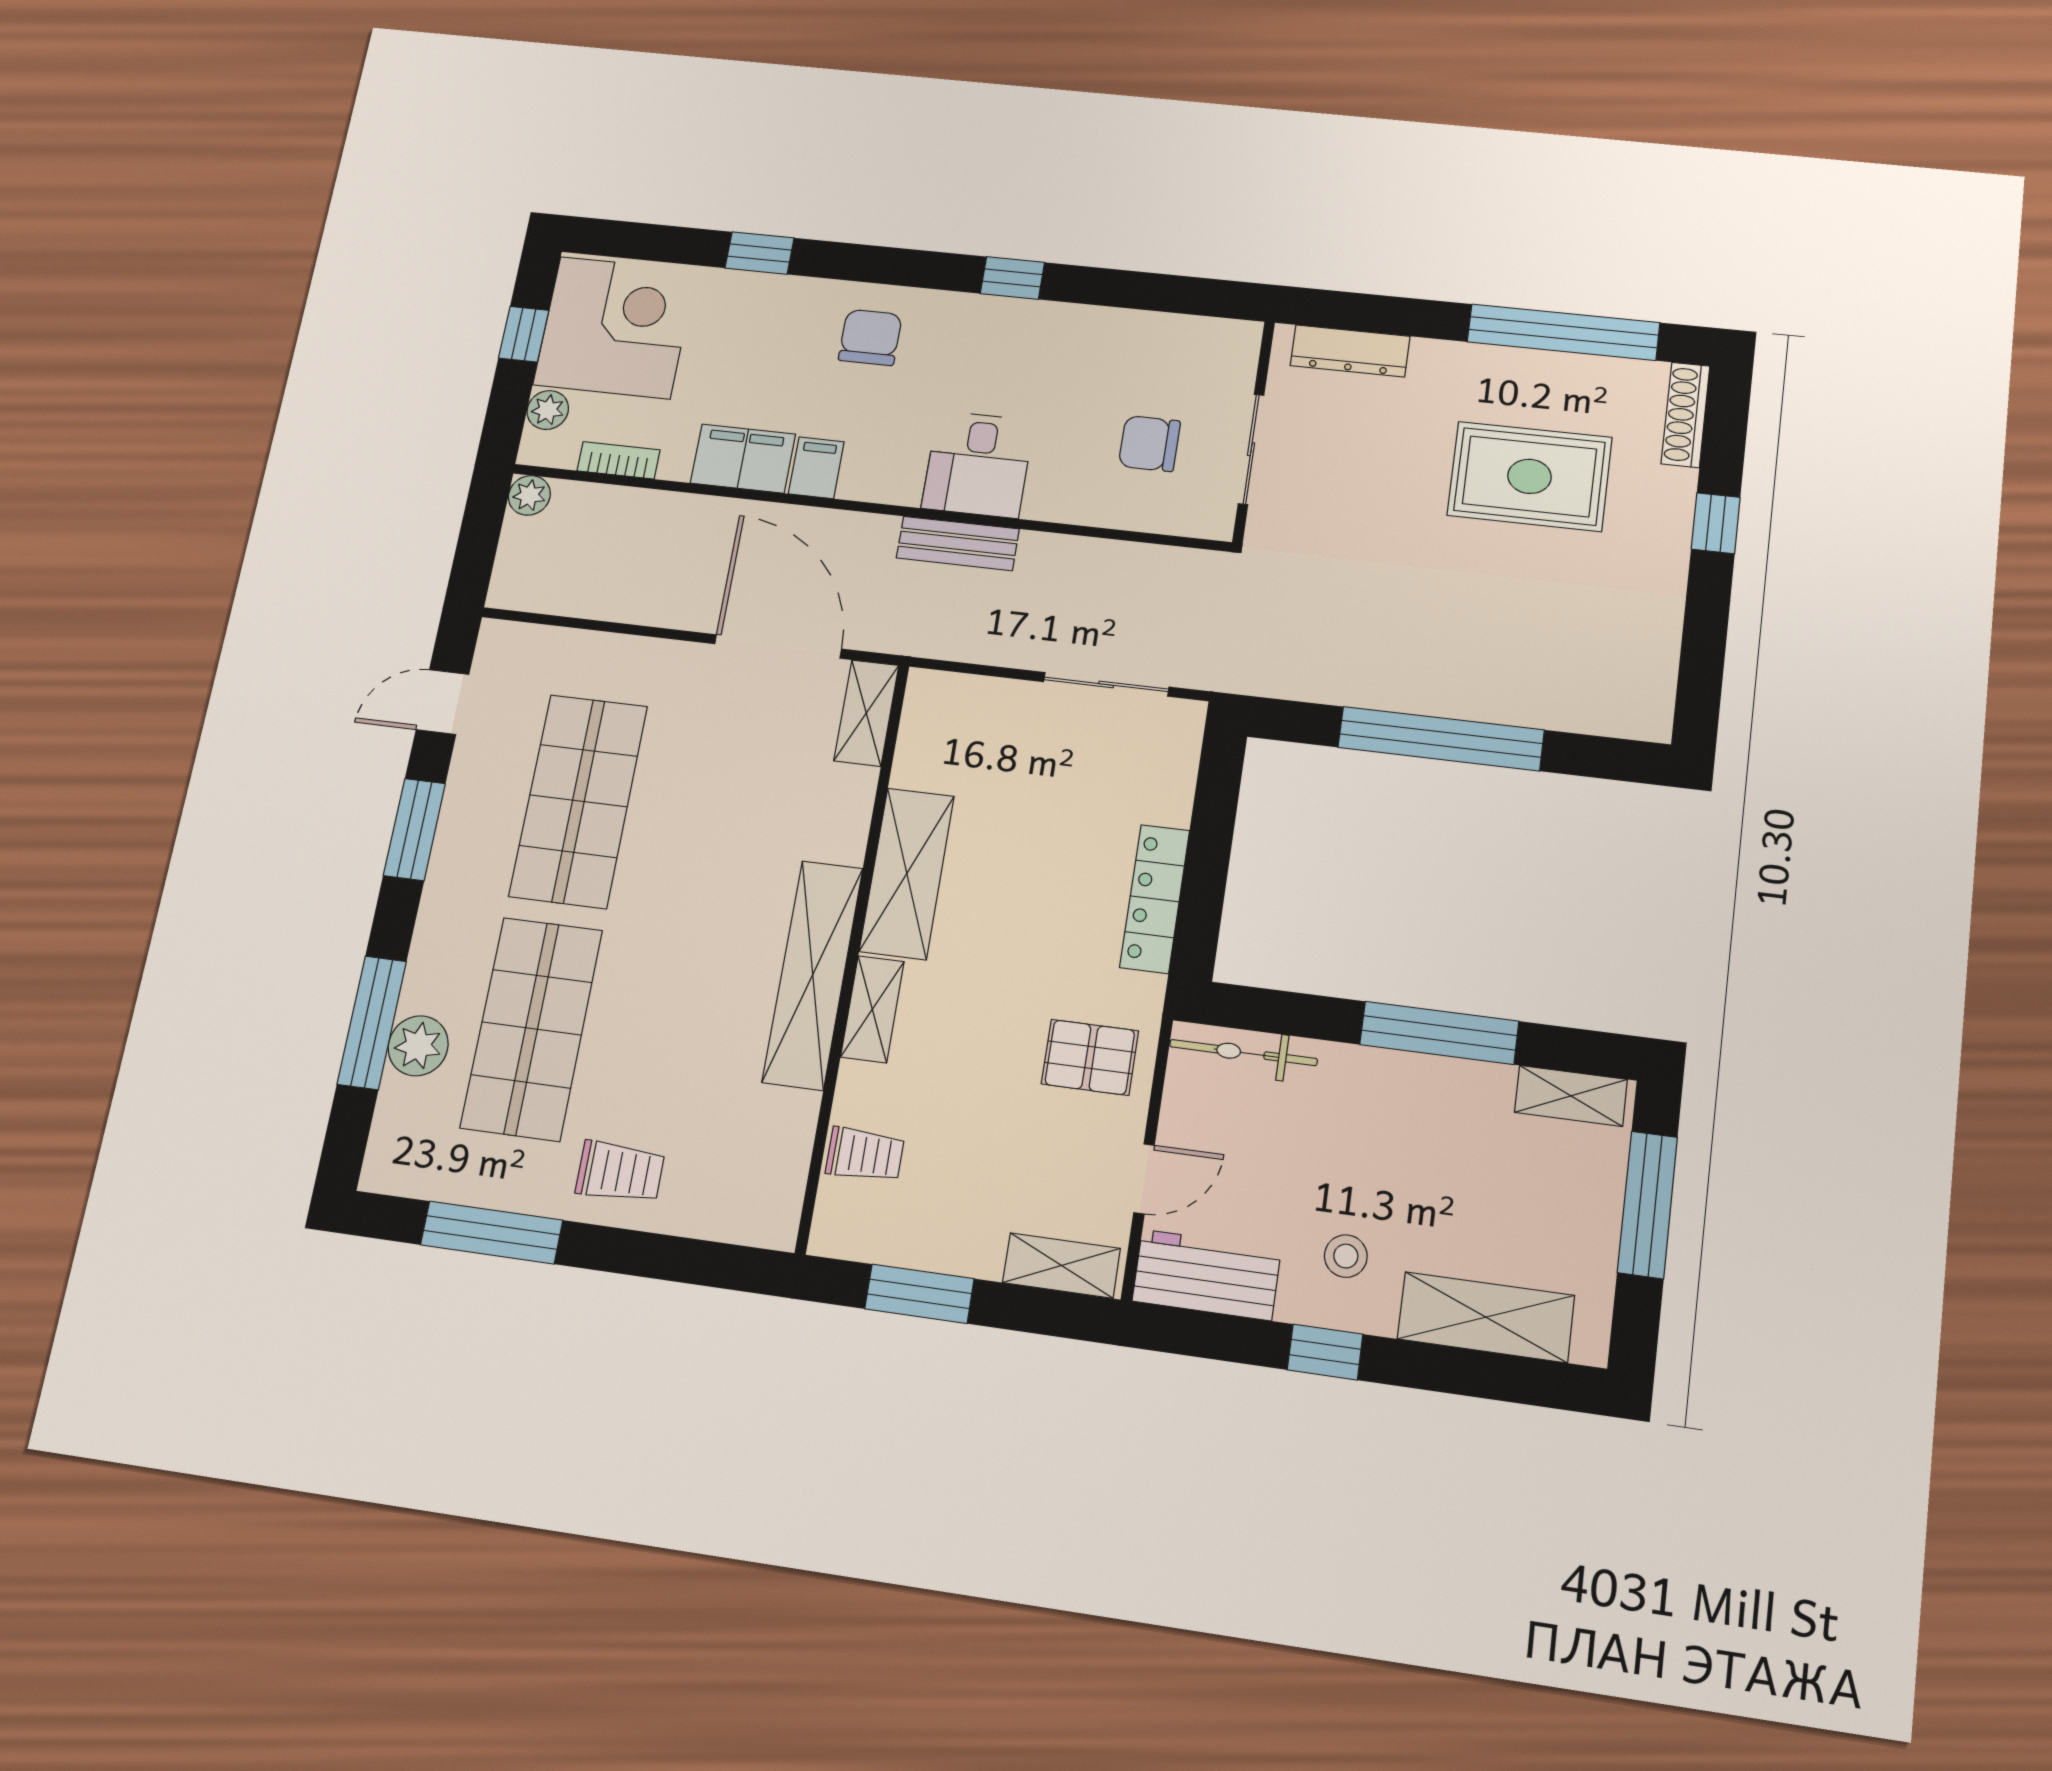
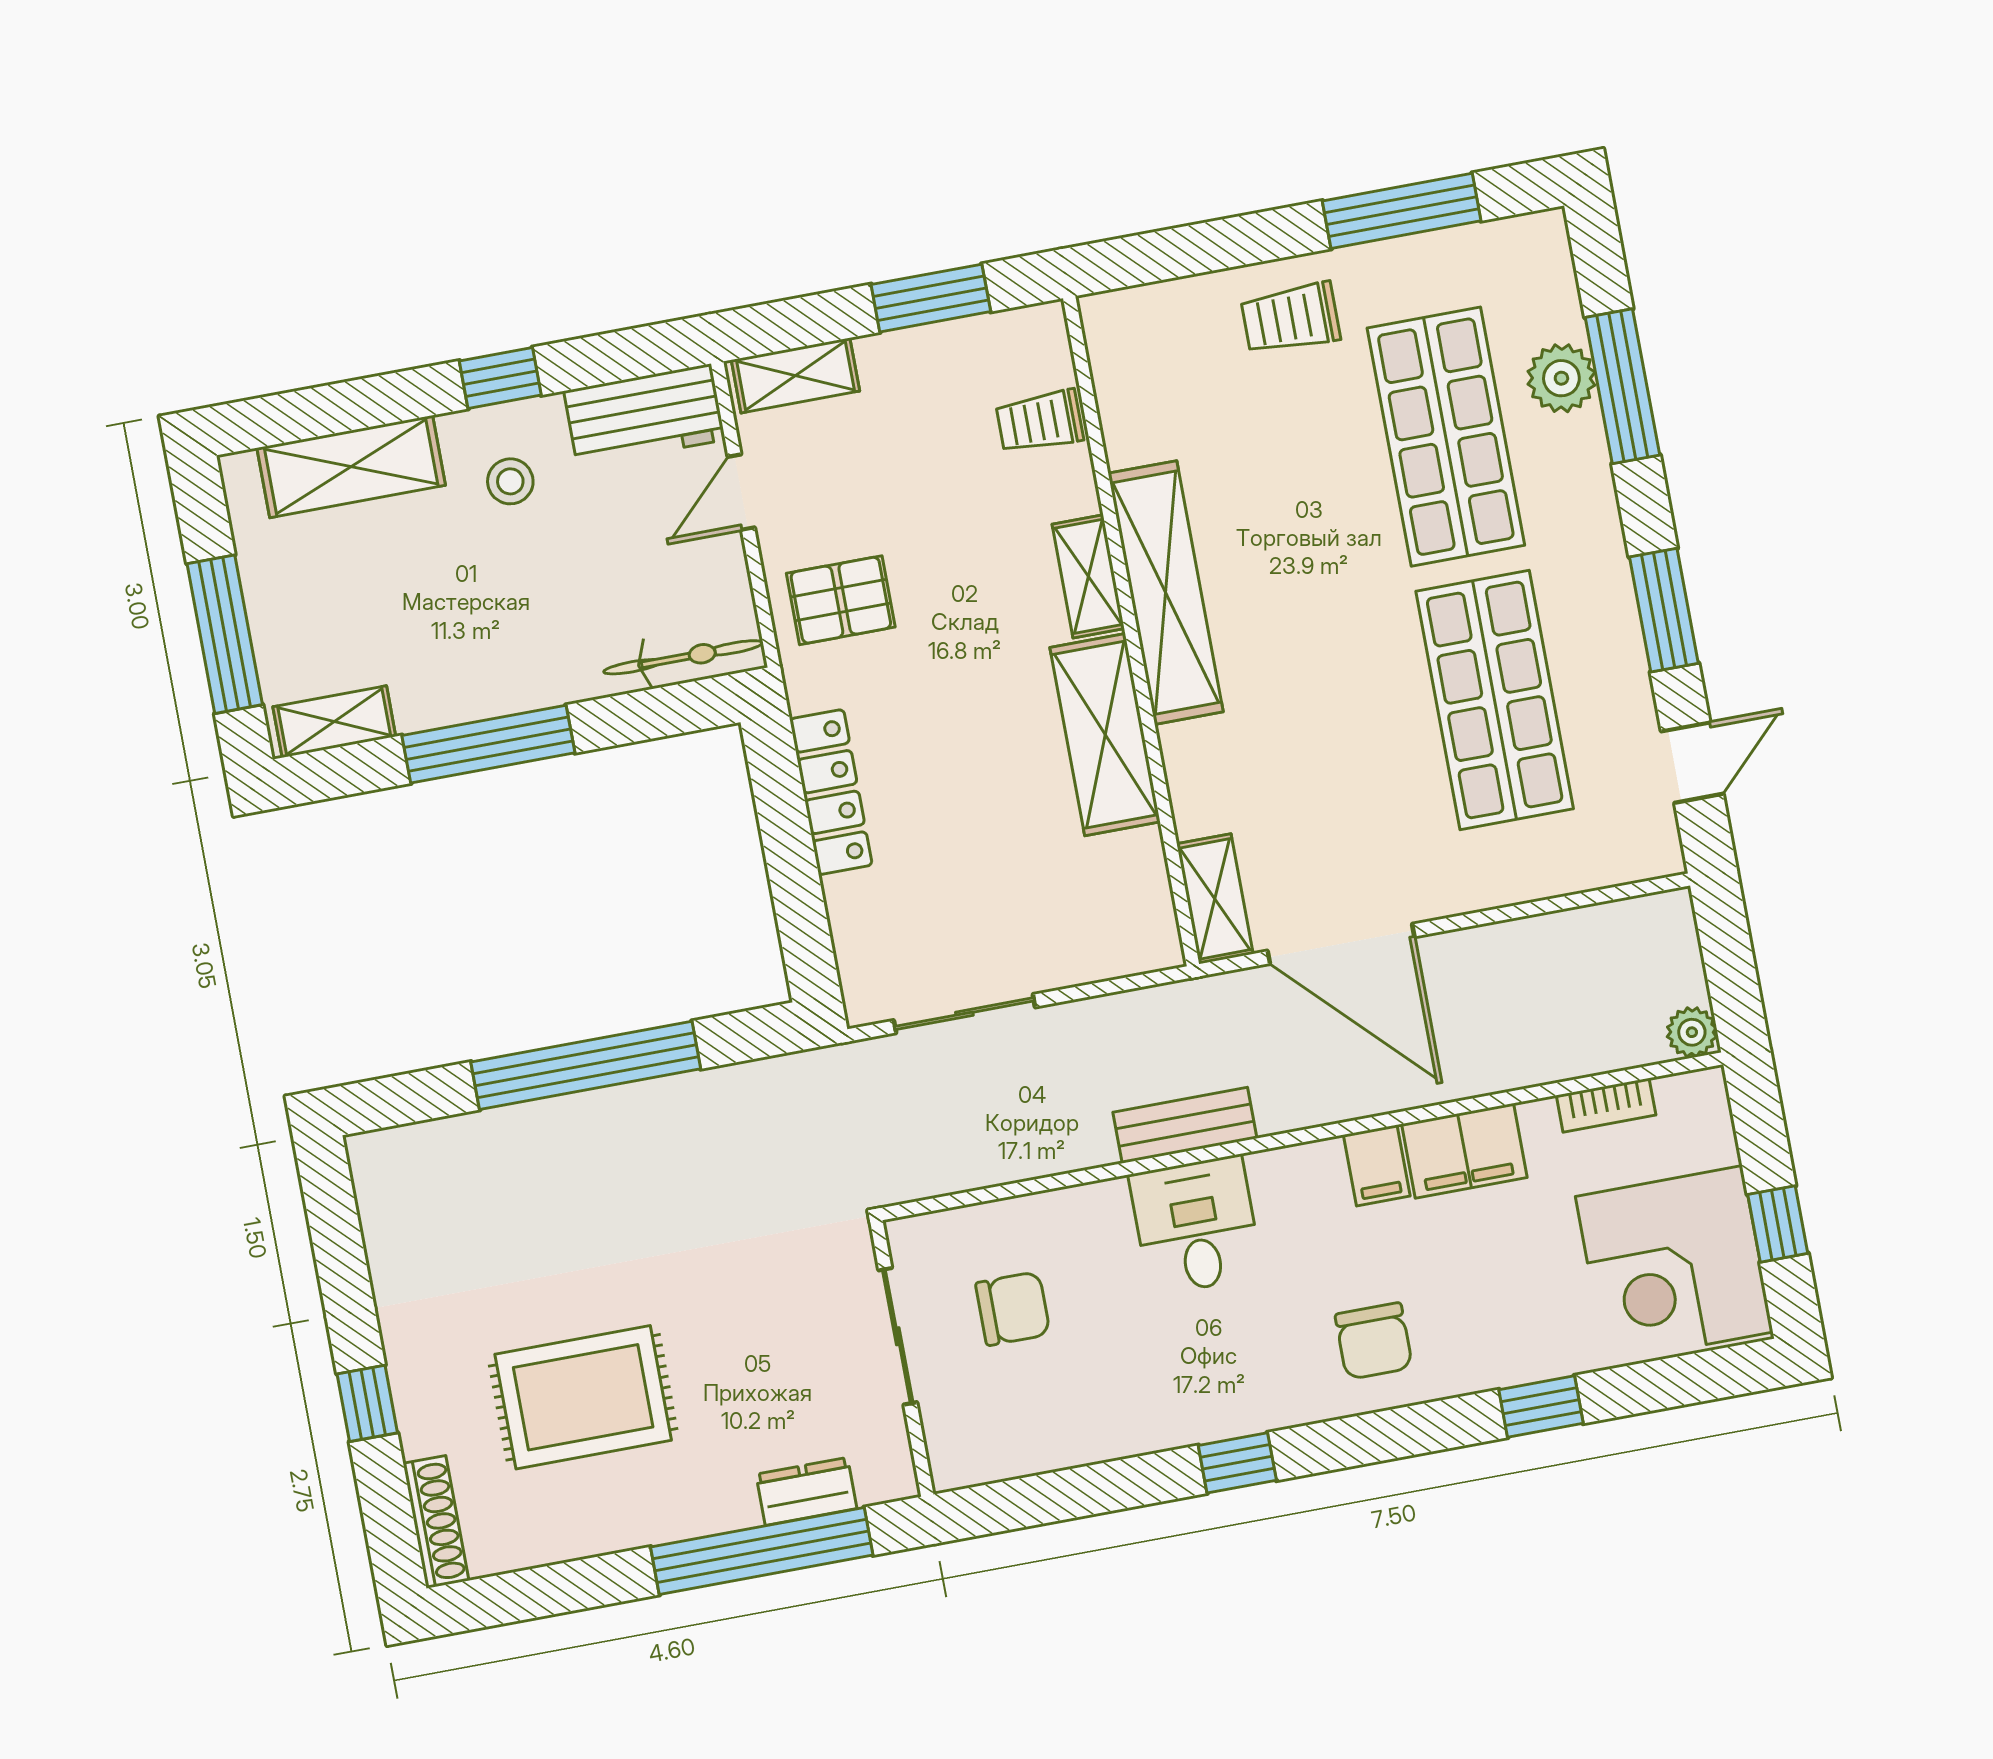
window: (1563, 332) -> (762, 1551), moved
dresser: (1350, 351) -> (806, 1491), width x0.70
plant: (548, 410) -> (1712, 1140), removed

